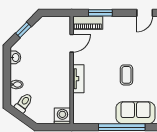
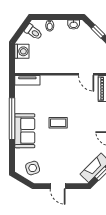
tv unit: (78, 79) -> (27, 80), moved
washing machine: (62, 116) -> (22, 51), moved

